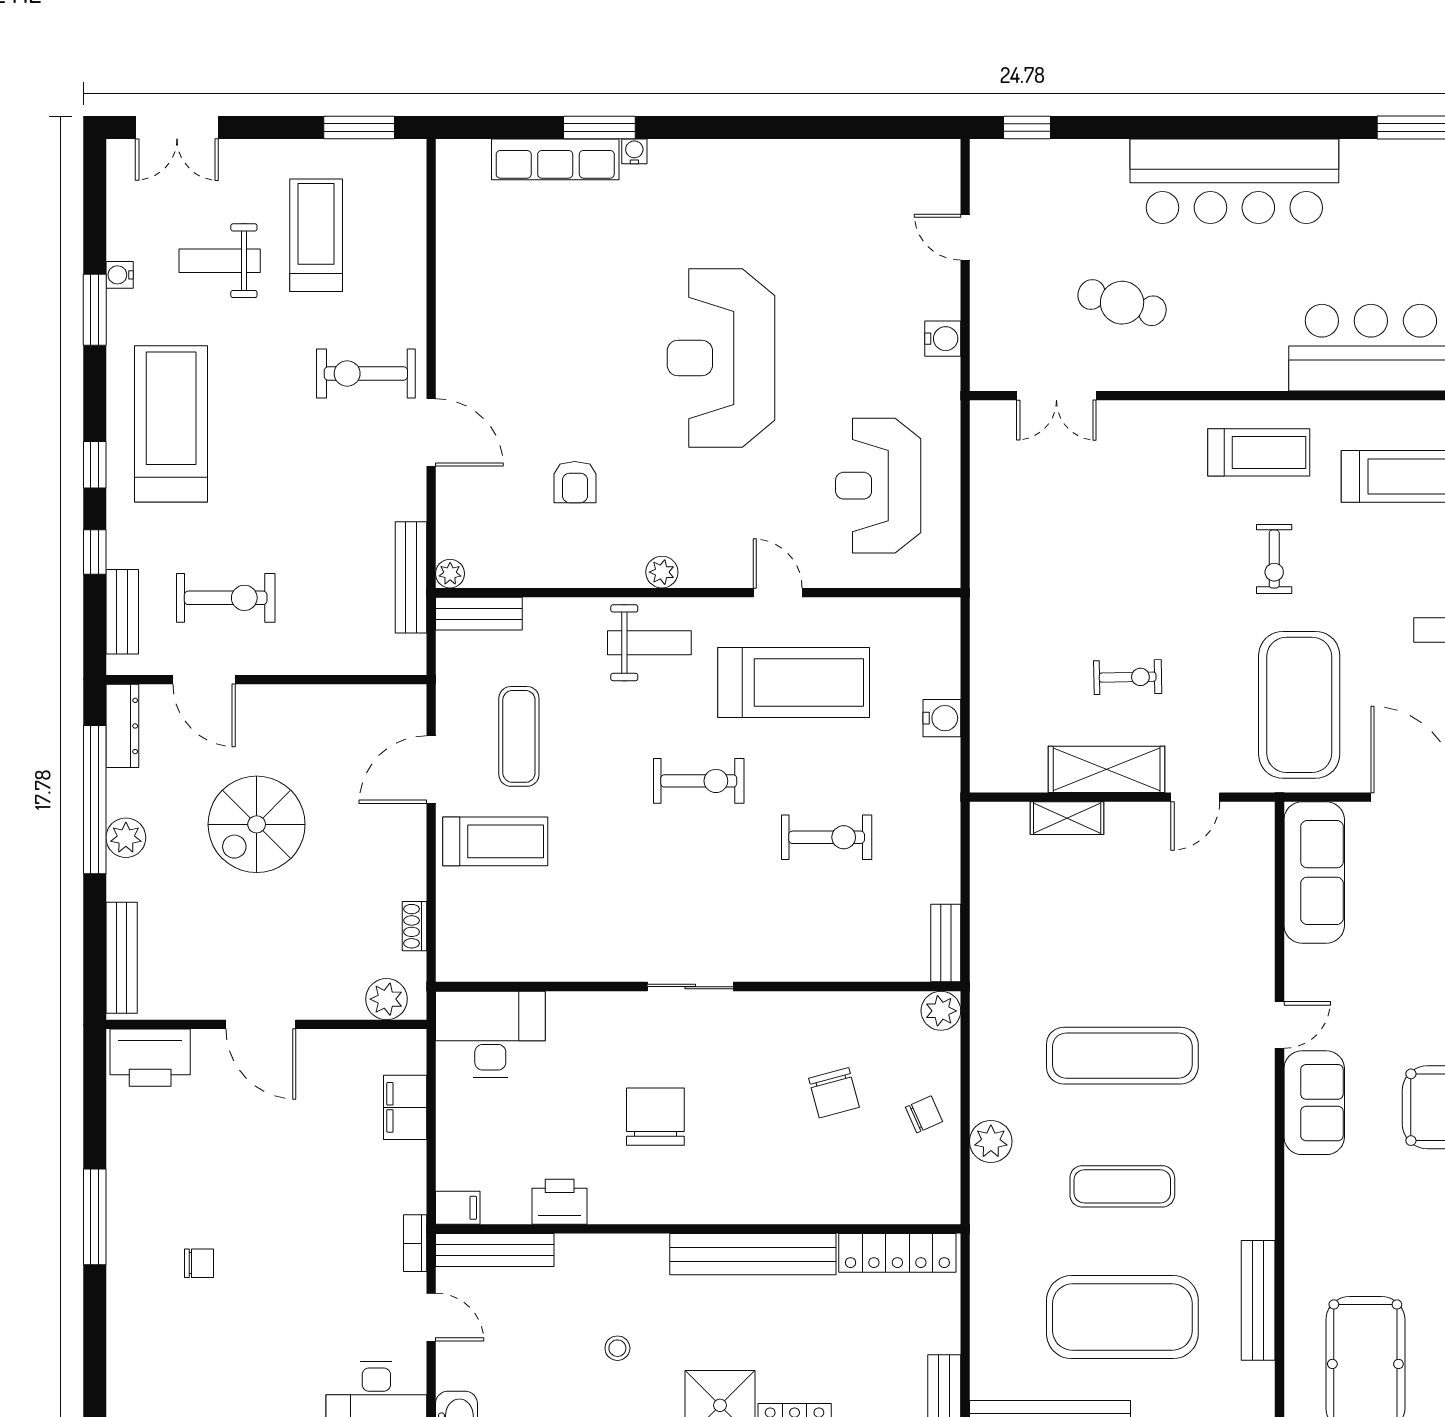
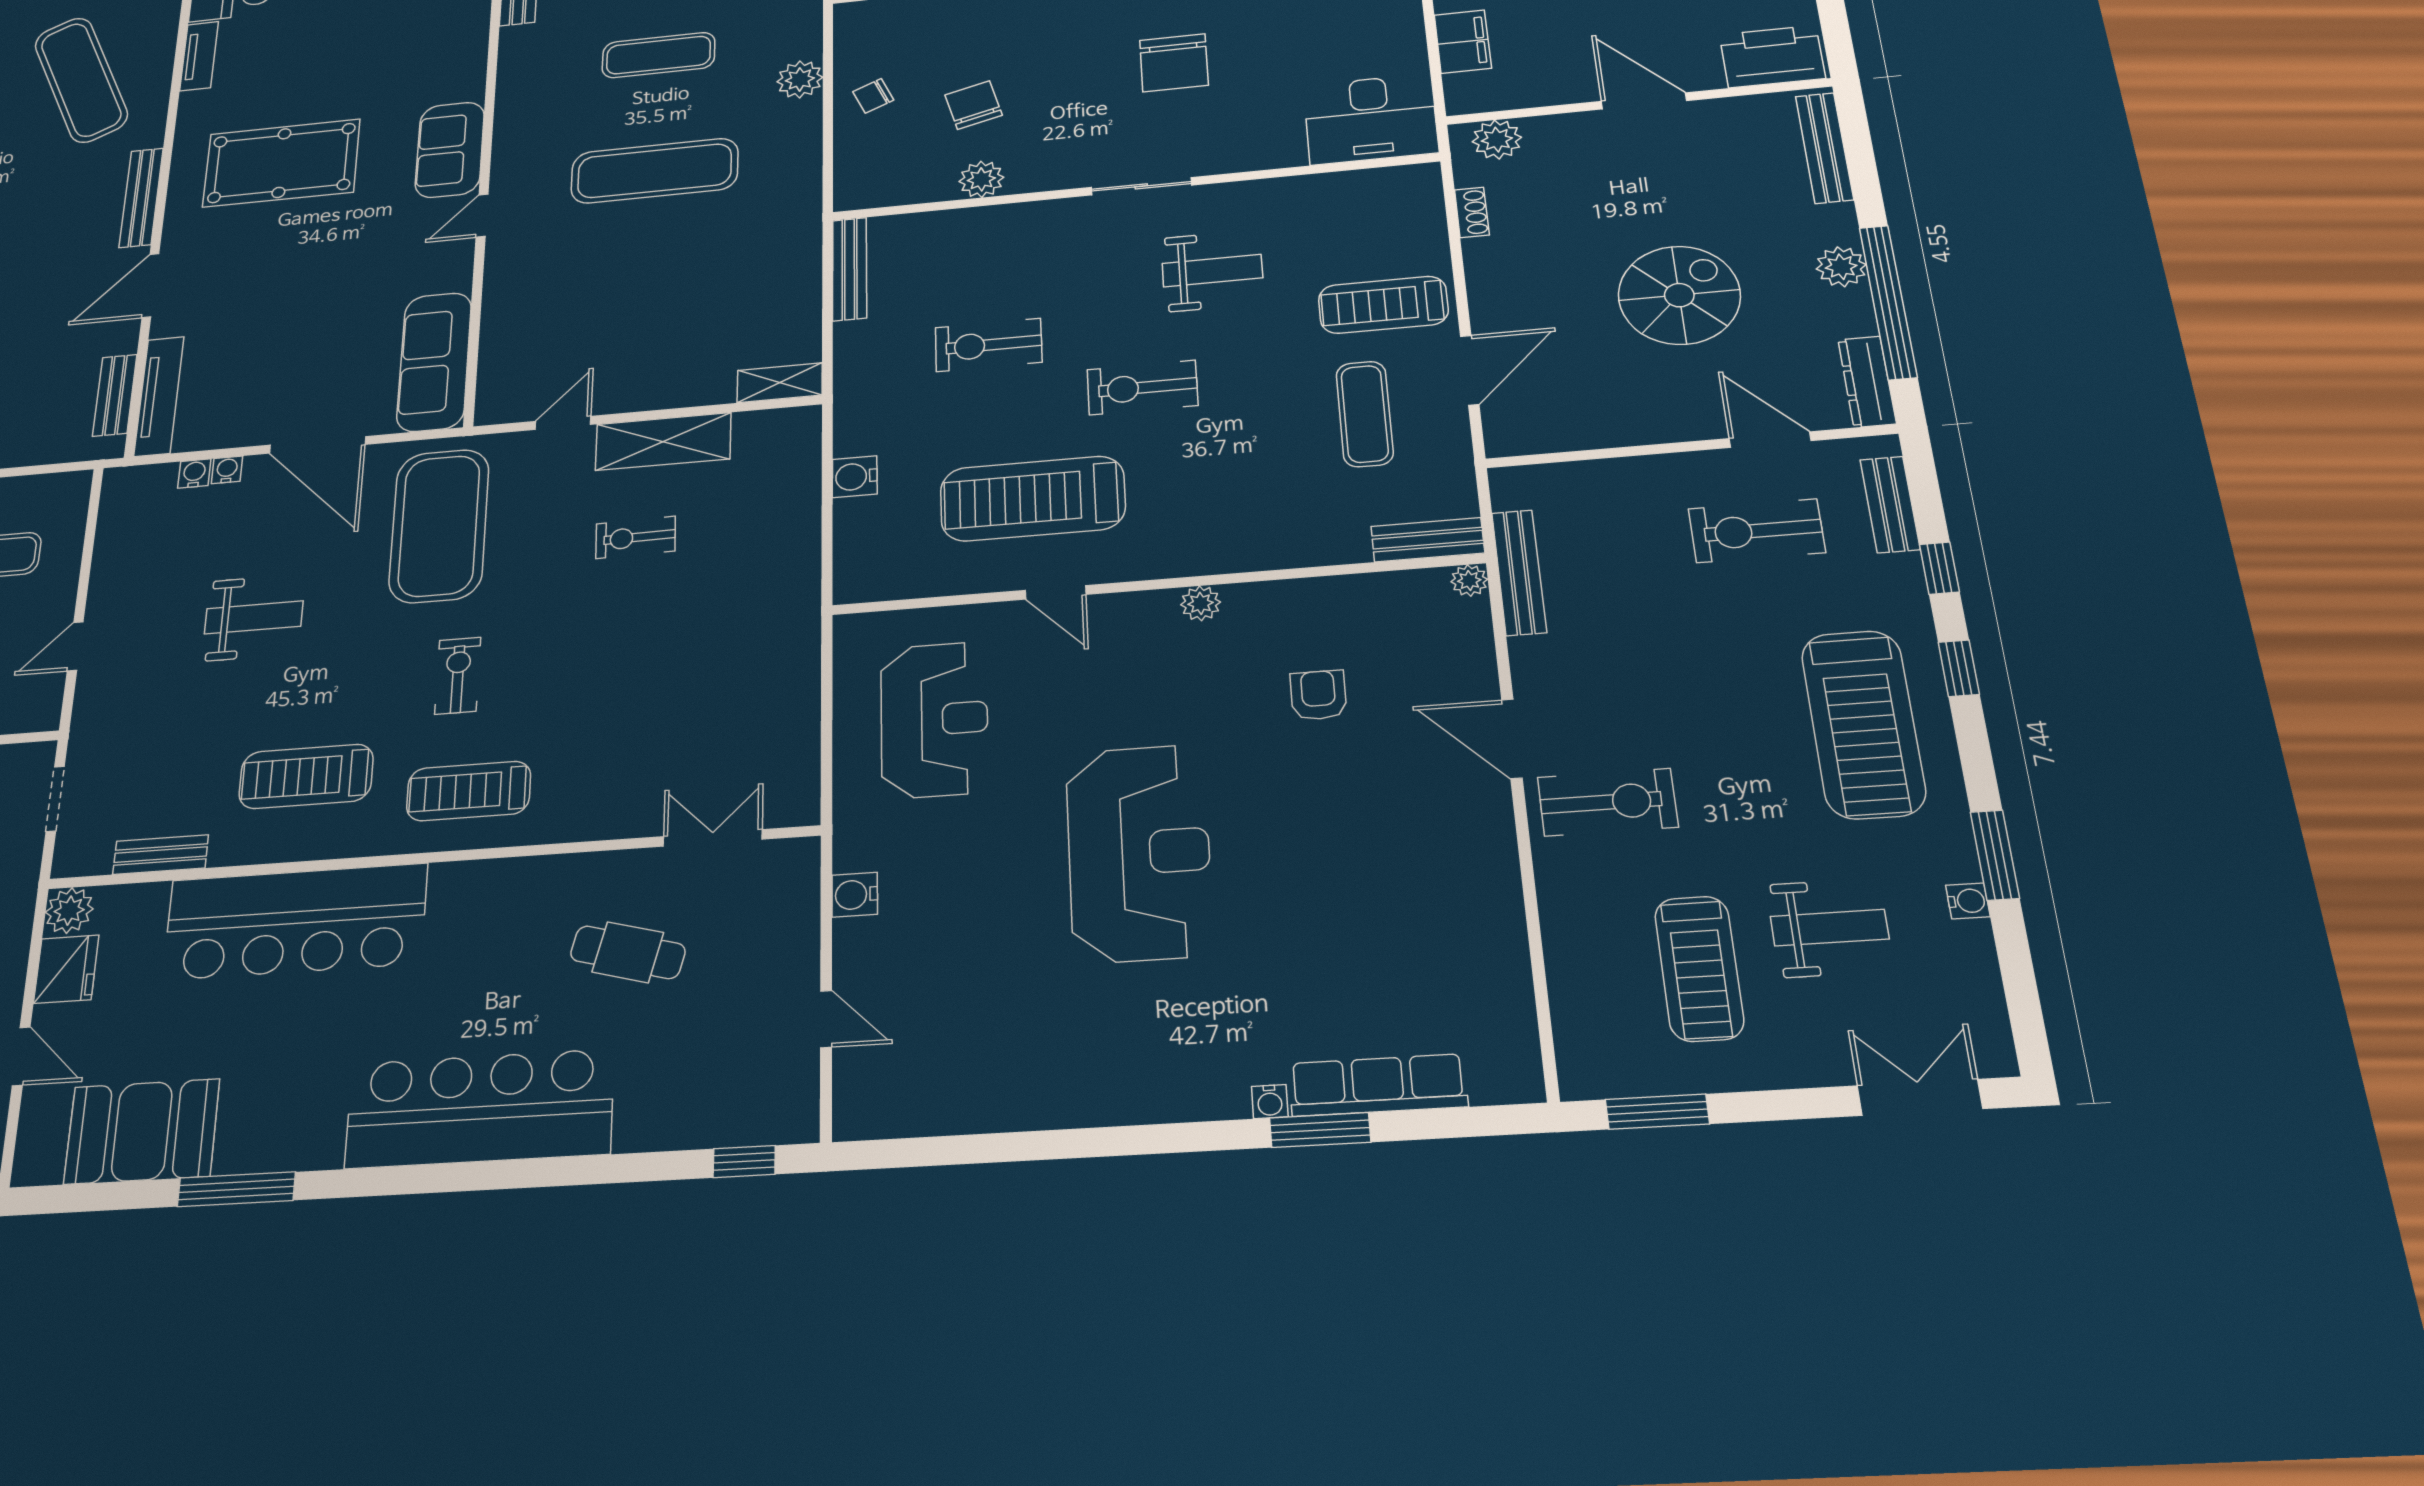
weight bench: (649, 643) -> (1212, 271), moved, turned 180
shelving: (1067, 818) -> (780, 383), moved
bench: (946, 943) -> (850, 269), width x1.36
plant: (941, 1011) -> (981, 179), moved

